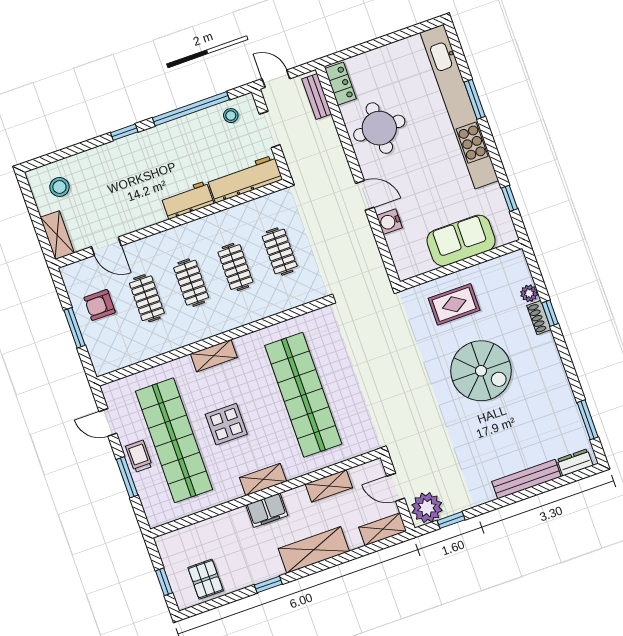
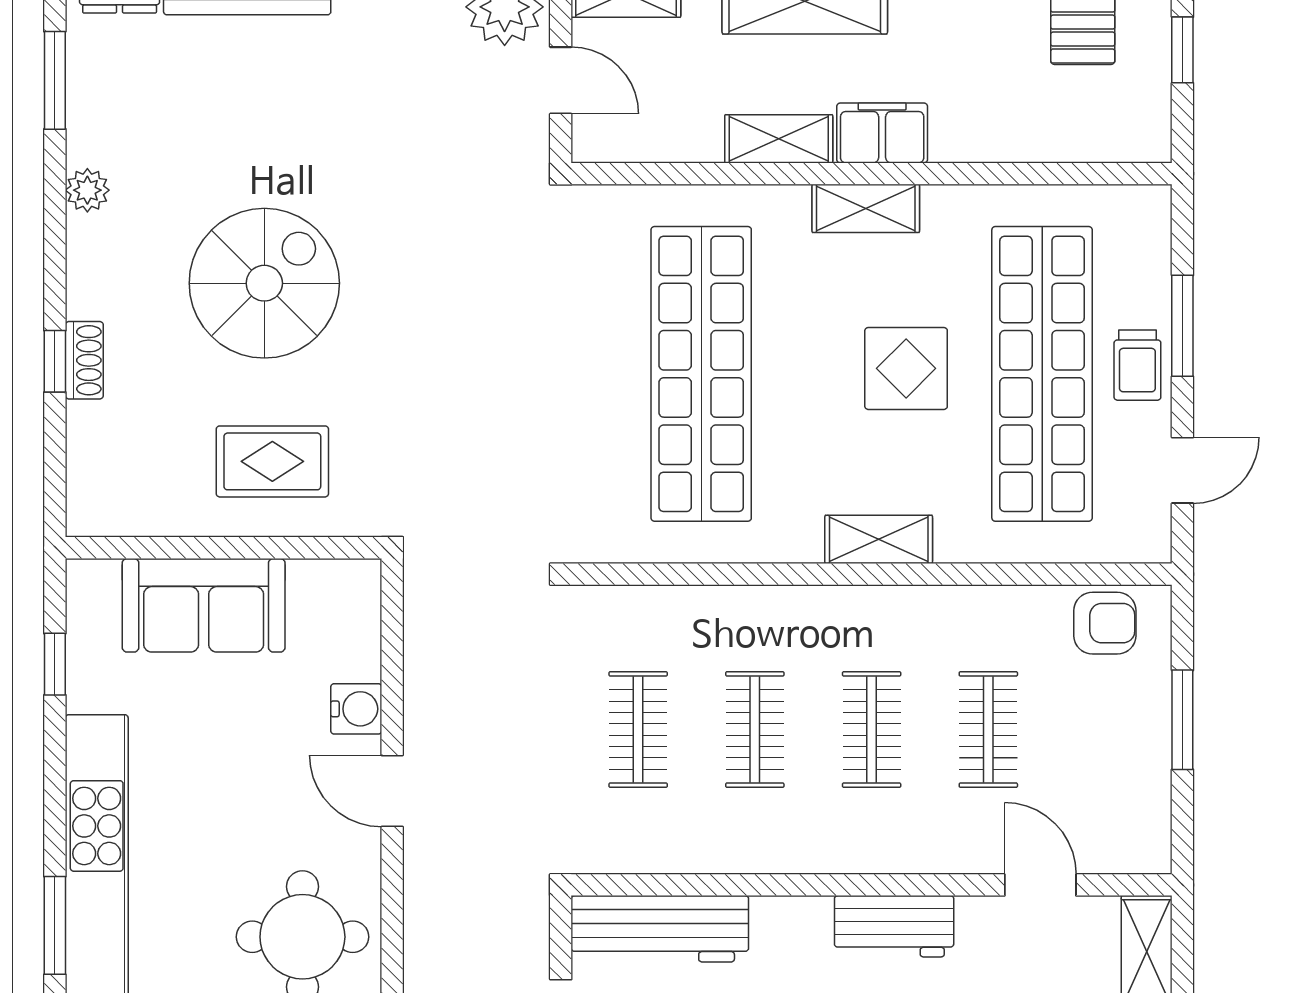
workbench: (187, 200) -> (894, 926), moved
plant: (529, 293) -> (87, 190), moved
armchair: (100, 305) -> (1105, 623), moved
spiral stairs: (481, 371) -> (264, 283), turned 90
door: (108, 422) -> (1182, 470), hinge flipped
shelving: (329, 486) -> (779, 139), moved

